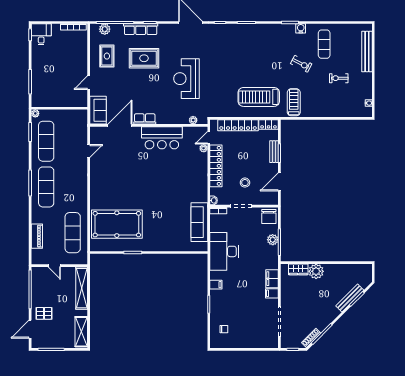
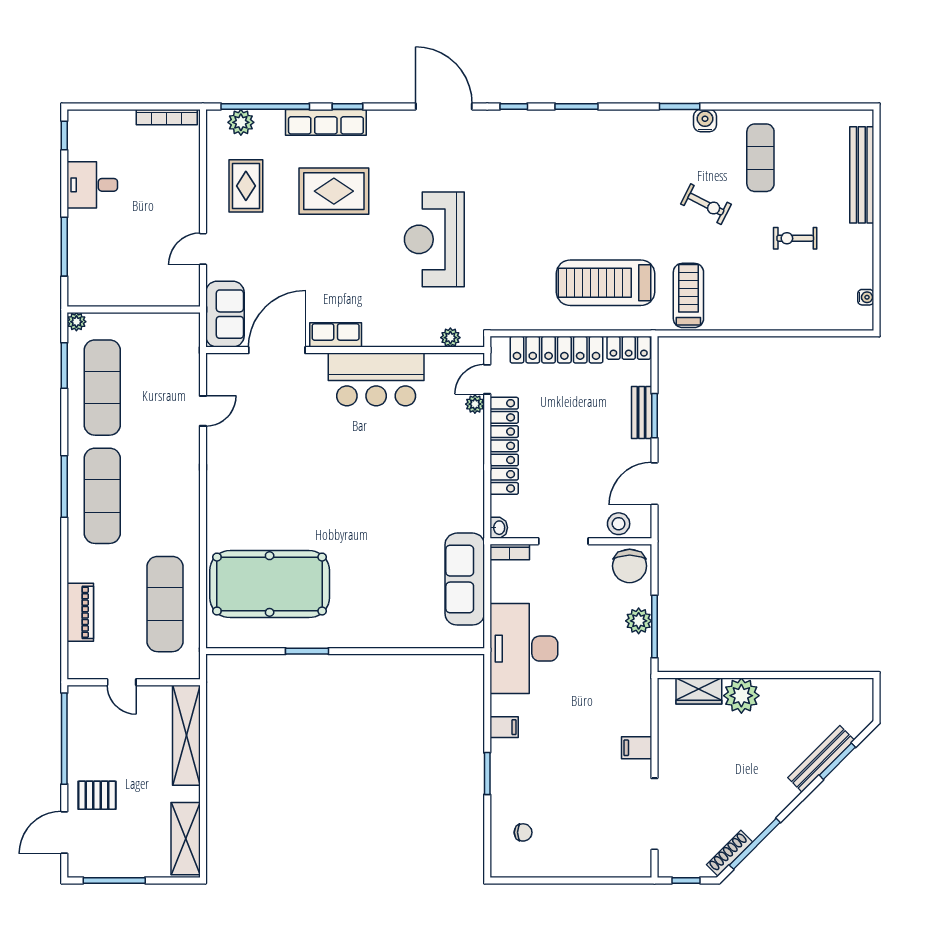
desk: (41, 34) -> (92, 185), moved, turned -90
stool: (245, 183) -> (619, 524), moved
filing cabinet: (272, 279) -> (637, 713), removed

